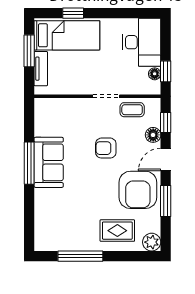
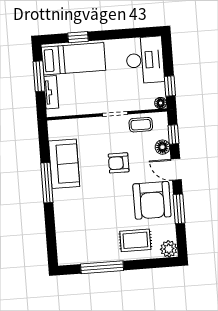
floor lamp: (155, 74) -> (161, 103), moved
door: (166, 159) -> (176, 169), hinge flipped
sofa: (49, 162) -> (64, 164), moved

